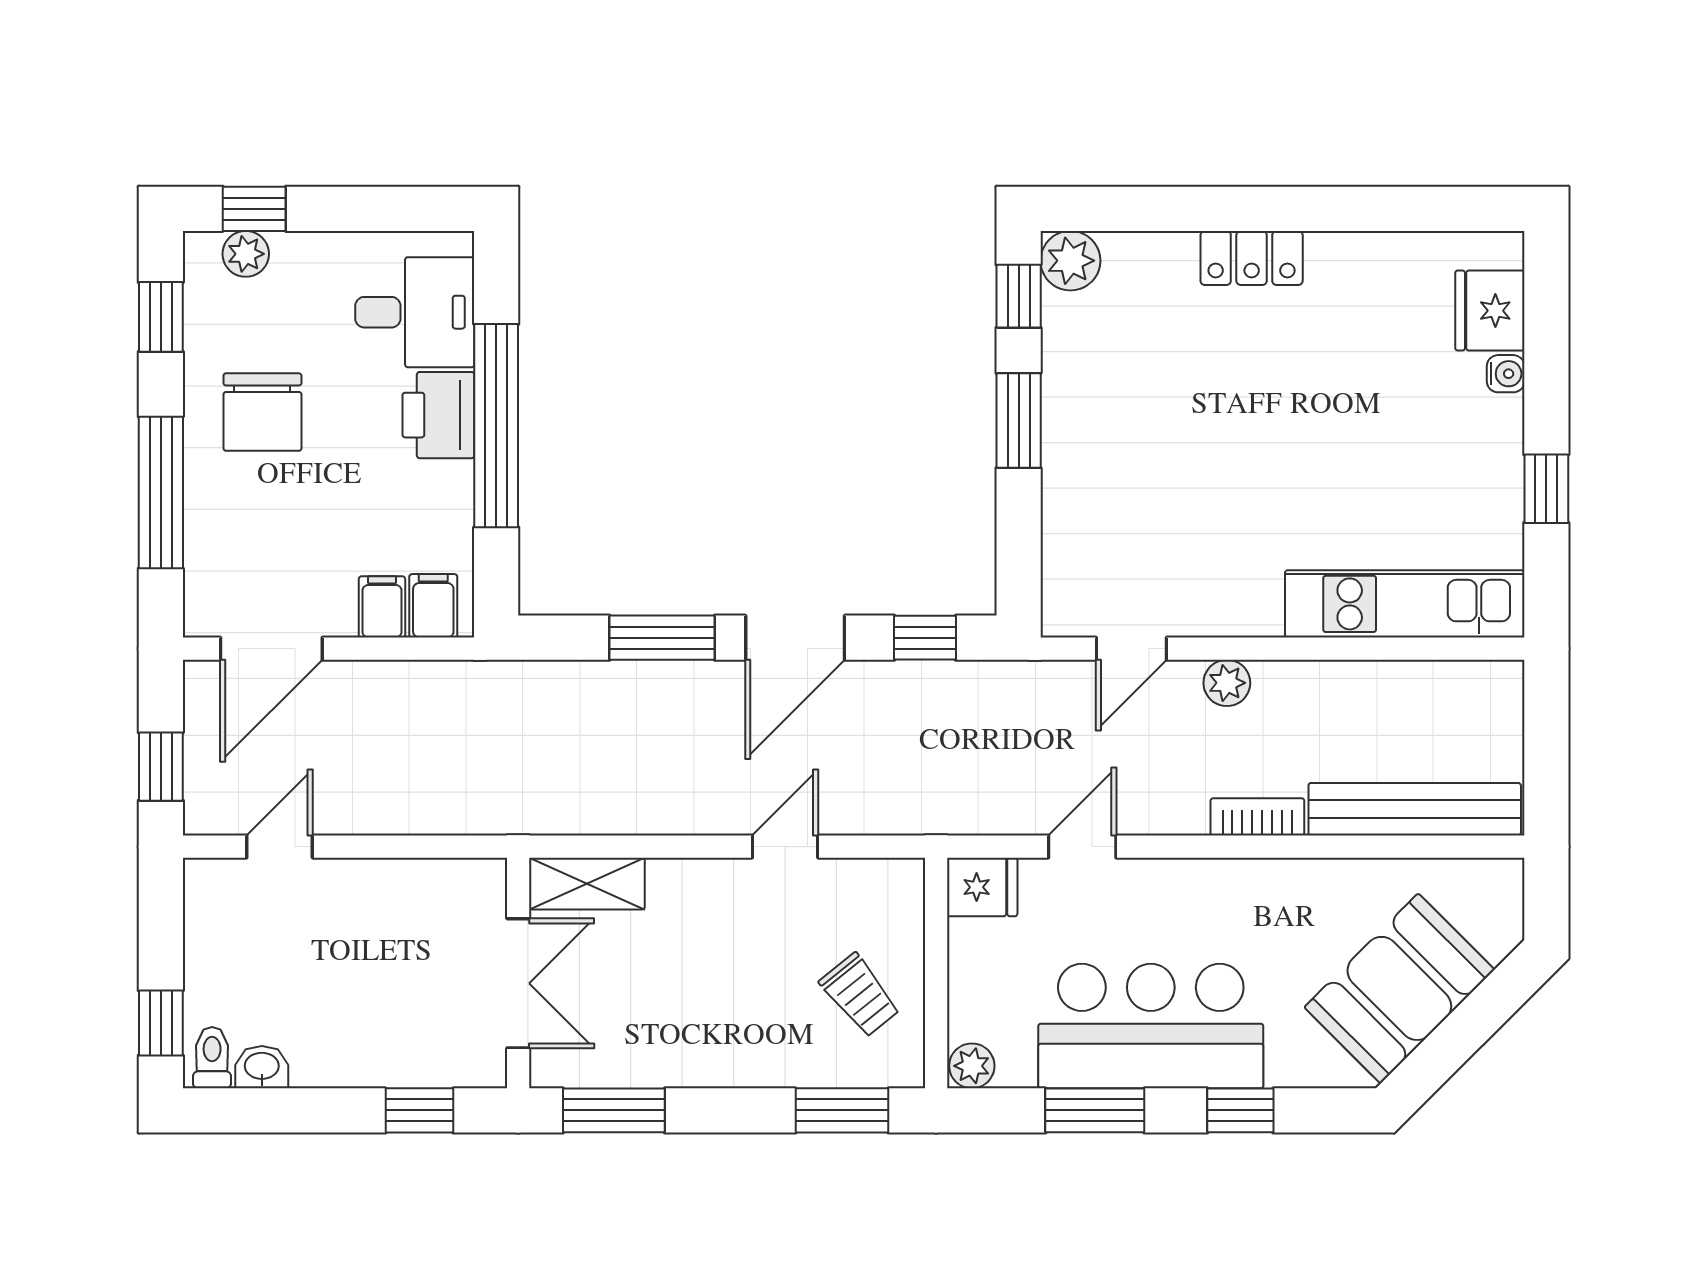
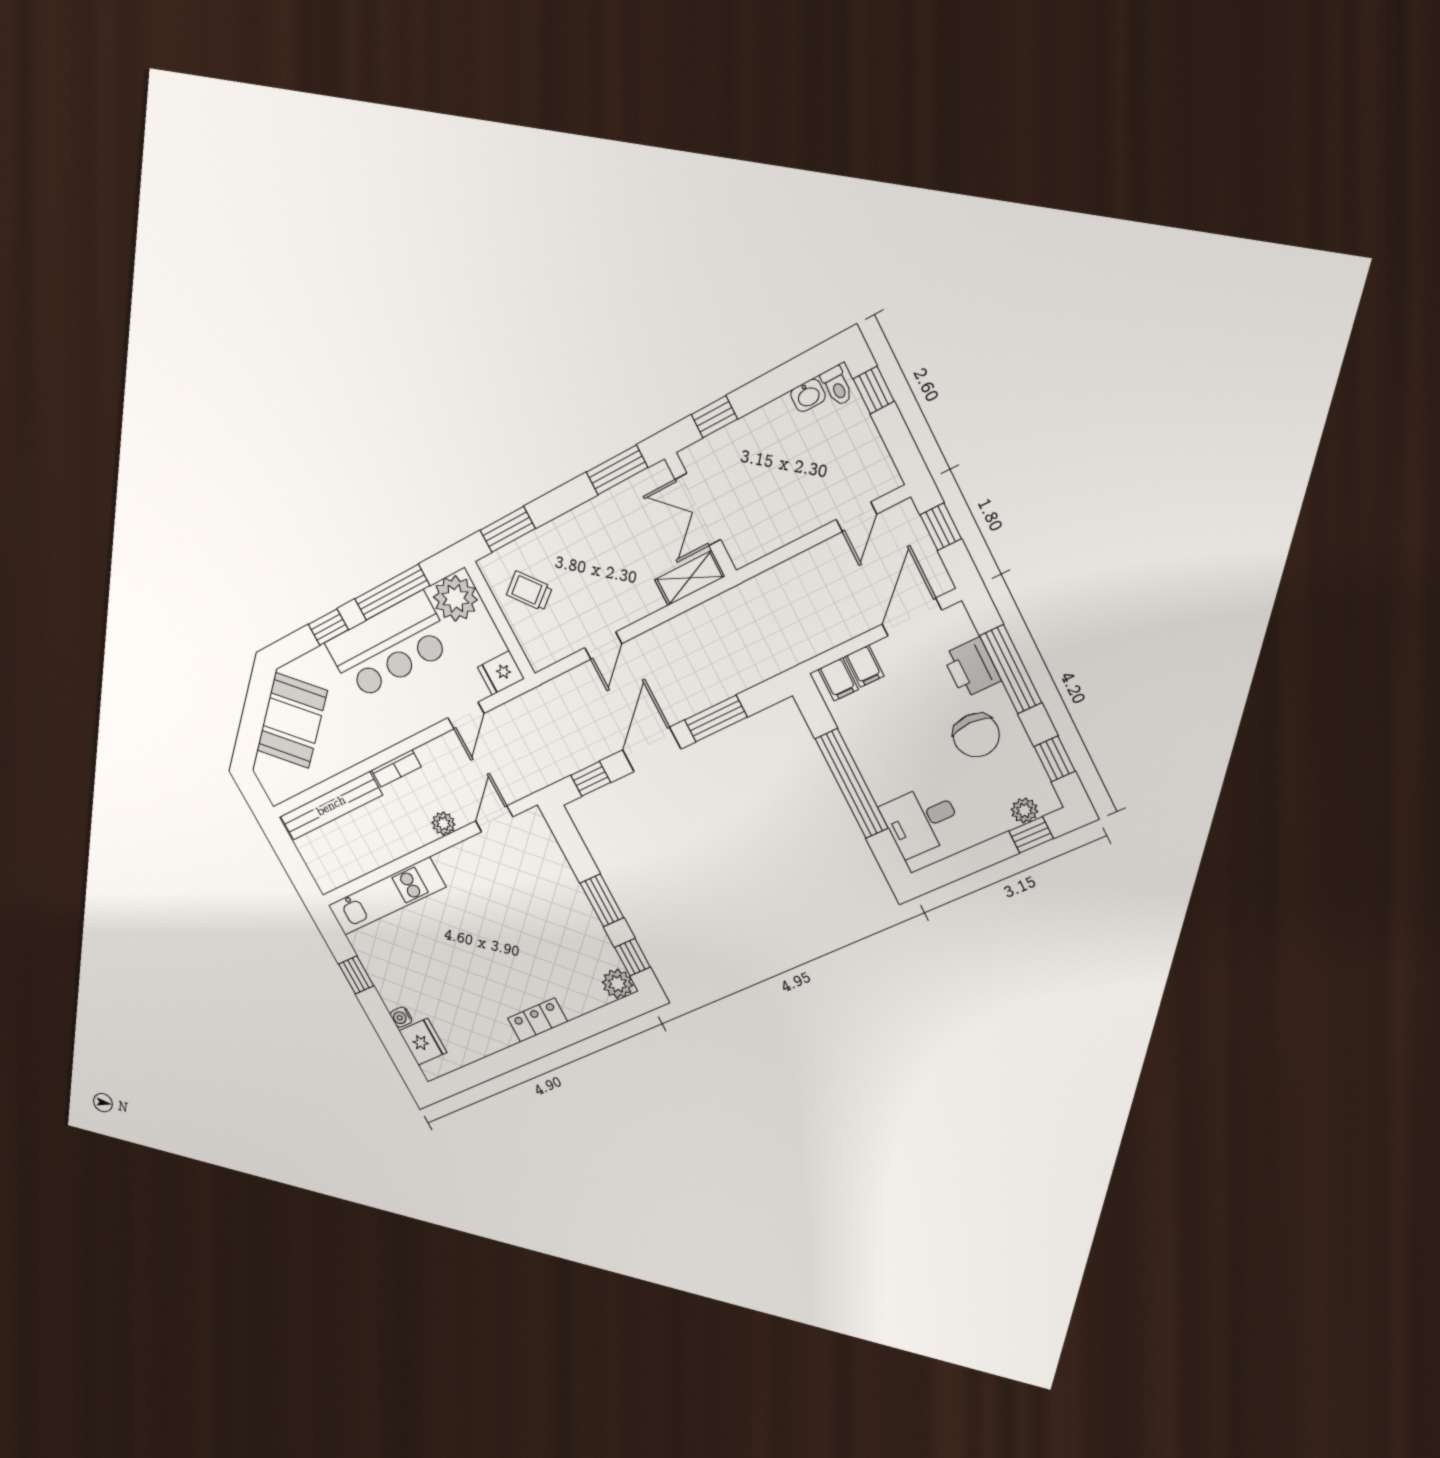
chair: (262, 412) -> (976, 735), turned 180
printer: (438, 415) -> (972, 668), moved, turned 180
plant: (972, 1066) -> (455, 598), width x1.87, depth x1.87
window: (1095, 1110) -> (392, 592), width x1.44

